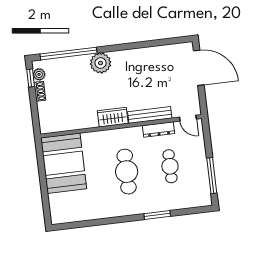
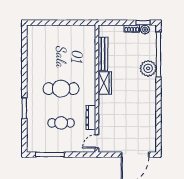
plant: (101, 63) -> (148, 68), moved
bench: (150, 115) -> (103, 54), moved
booth: (64, 163) -> (74, 40), removed

